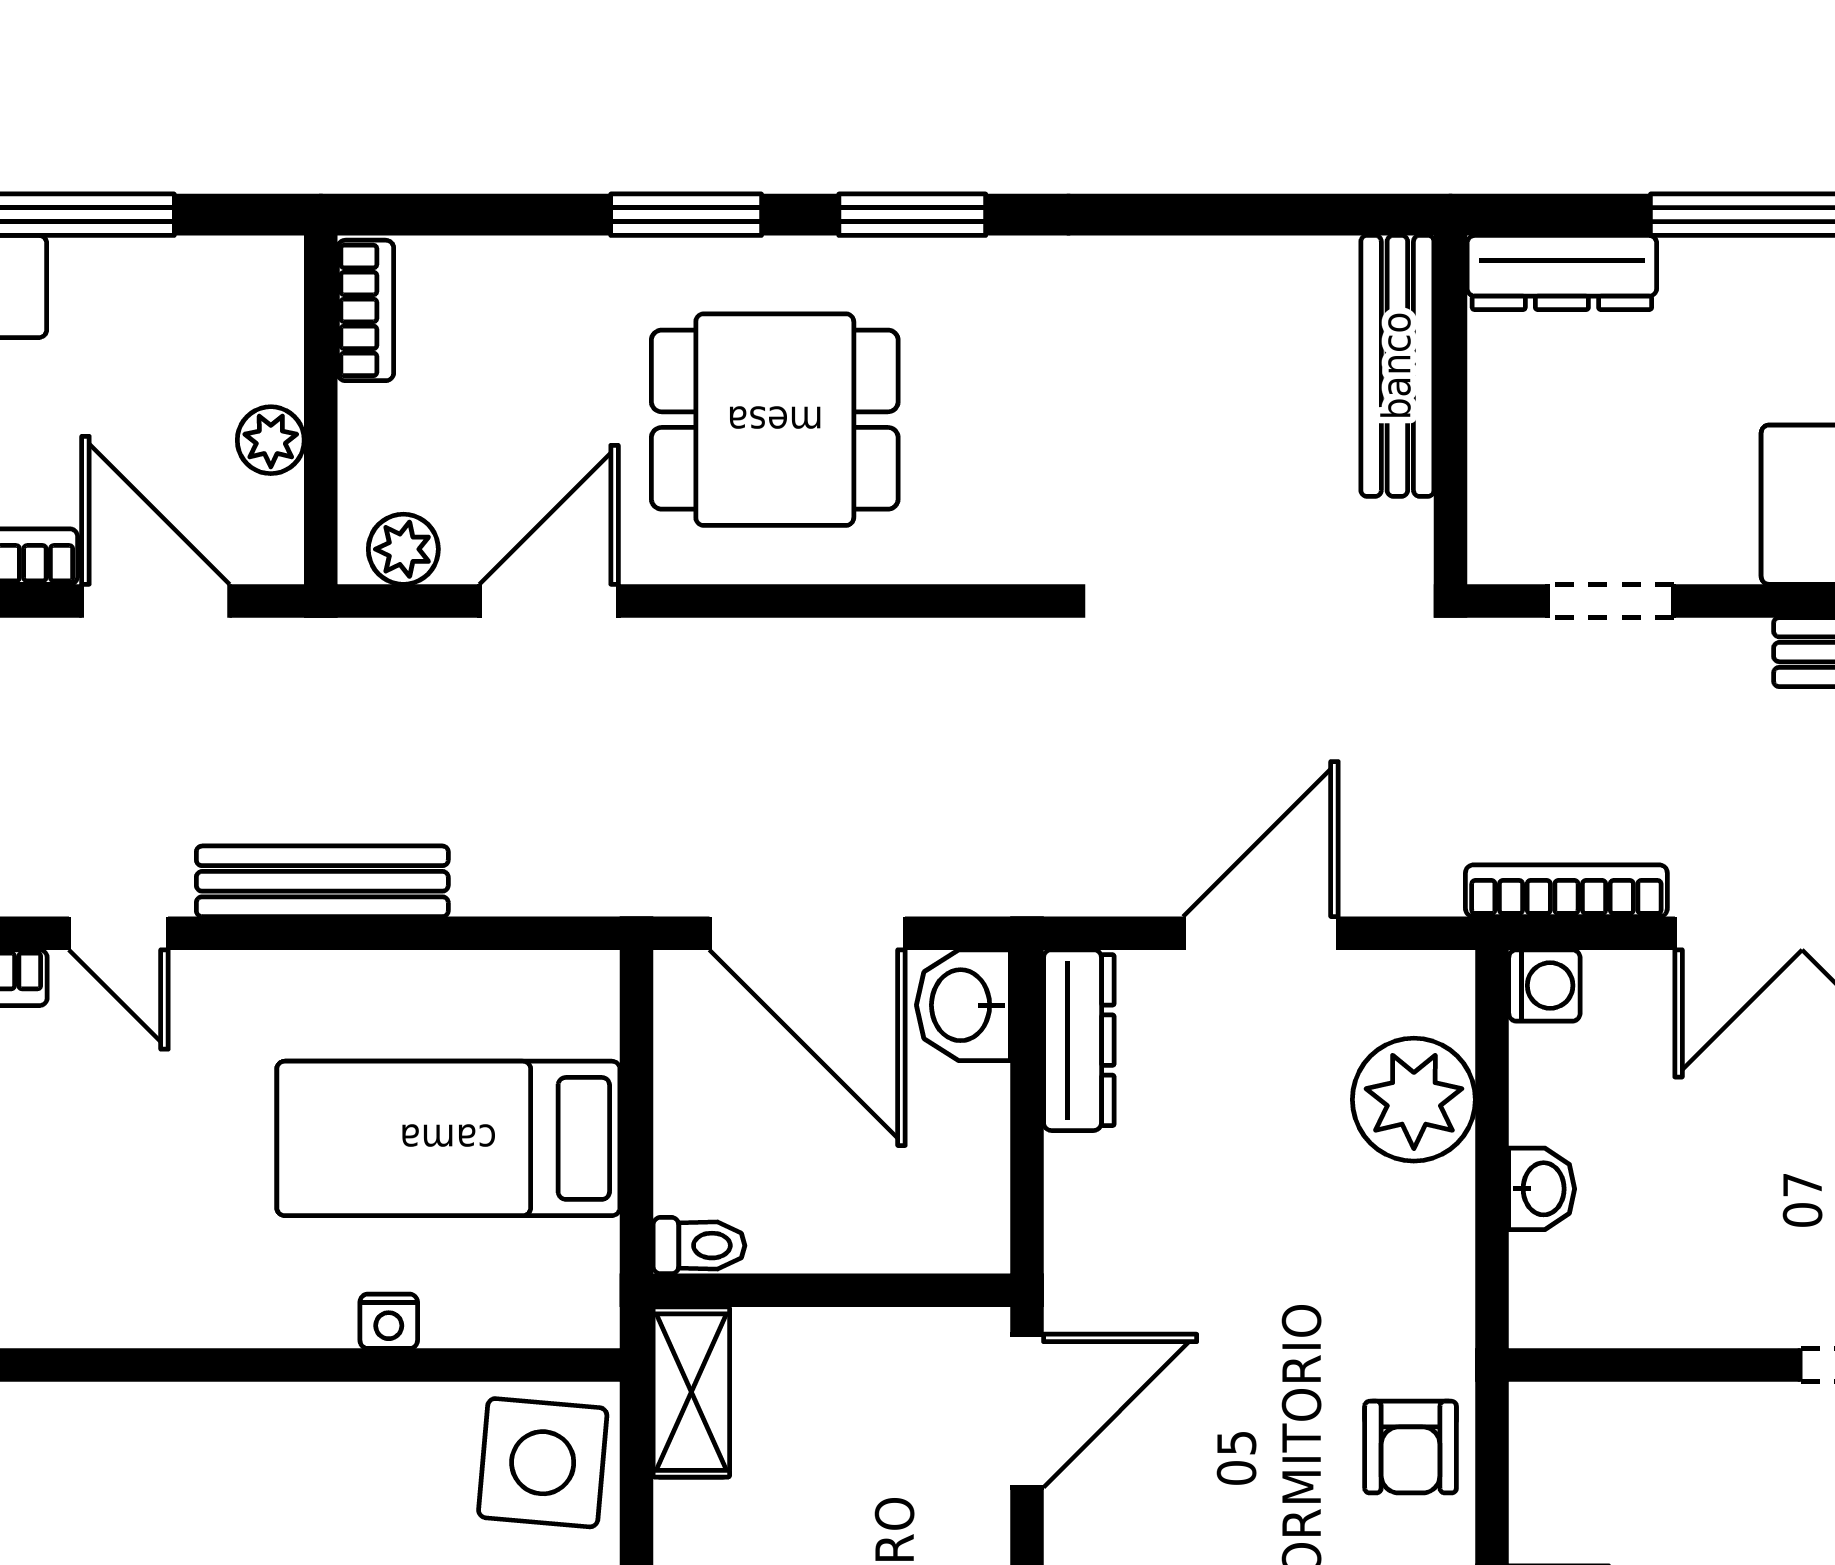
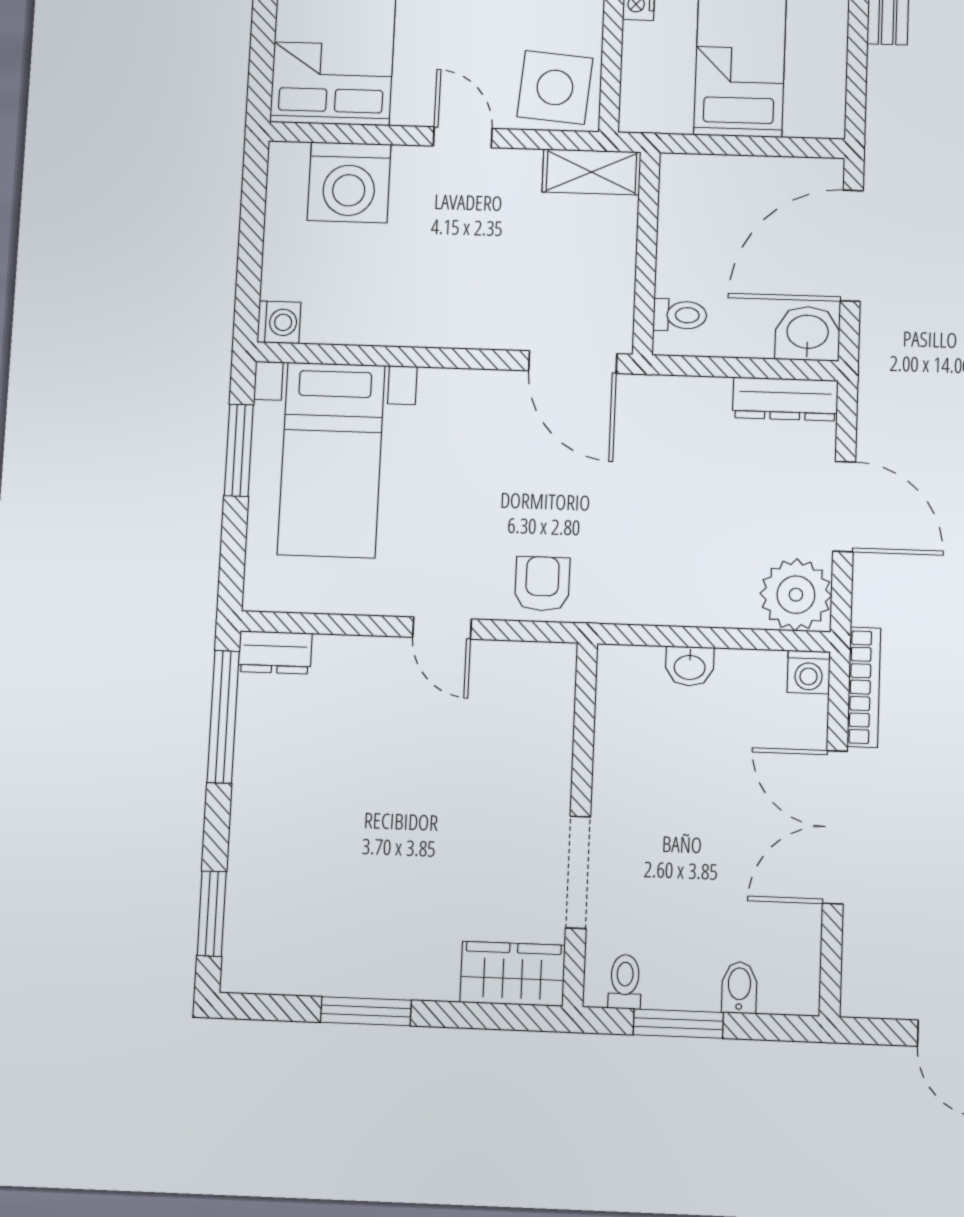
plant: (1414, 1100) -> (796, 595), moved
toilet: (699, 1246) -> (680, 315), moved, turned -90
armchair: (1411, 1447) -> (542, 584), turned 90

